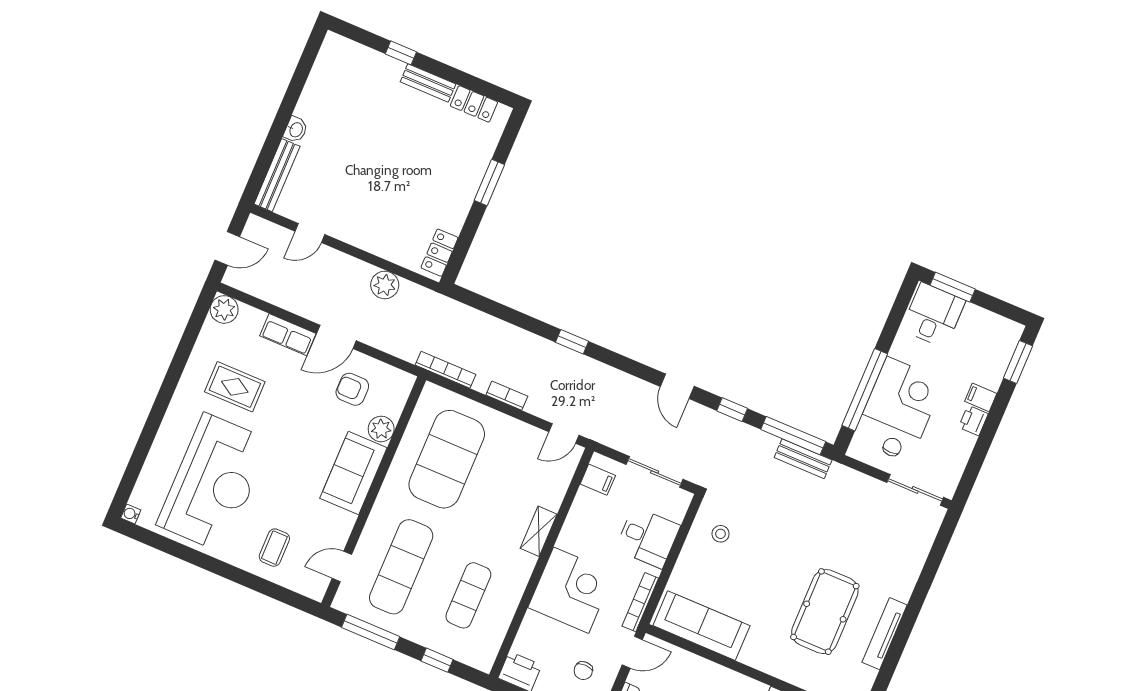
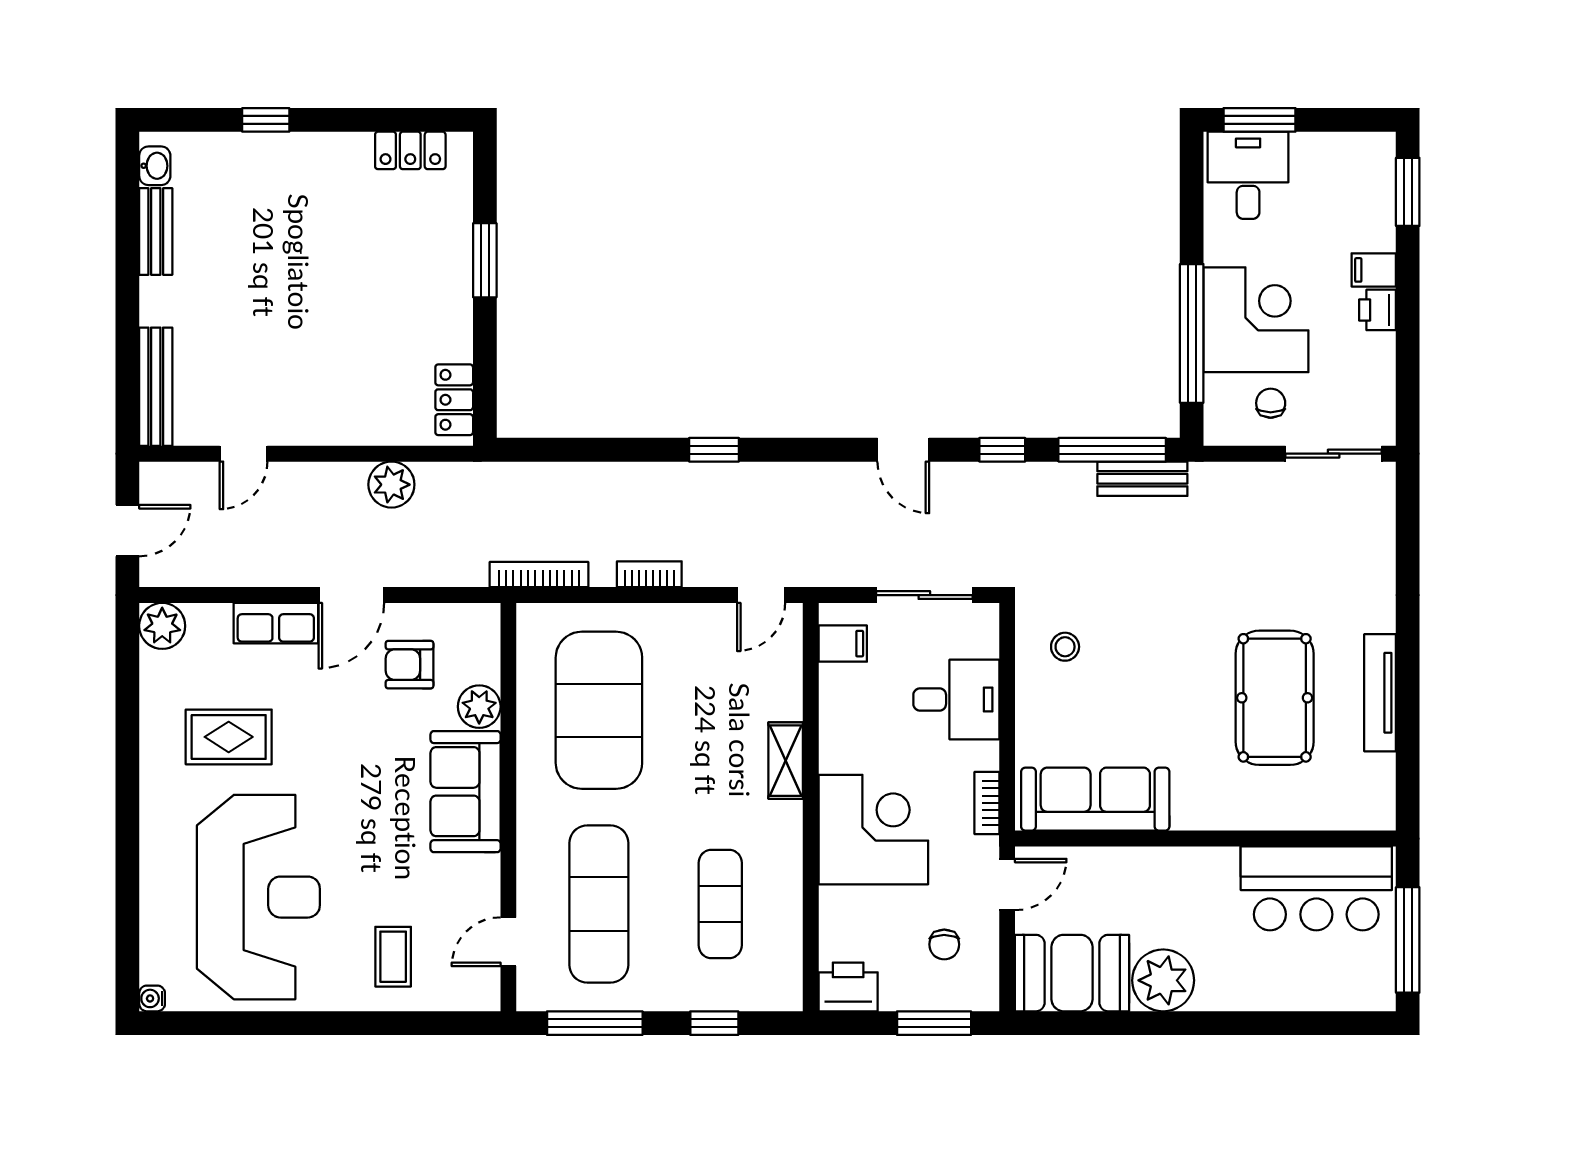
bench: (428, 83) -> (156, 232), moved, turned 90
washbasin: (296, 130) -> (155, 166), moved
bookcase: (640, 602) -> (987, 803), width x0.64

